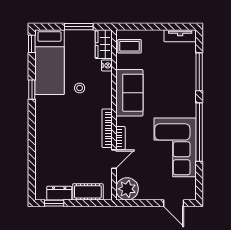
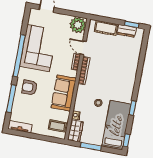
armchair: (177, 91) -> (30, 88), added
door: (114, 159) -> (83, 48), hinge flipped

